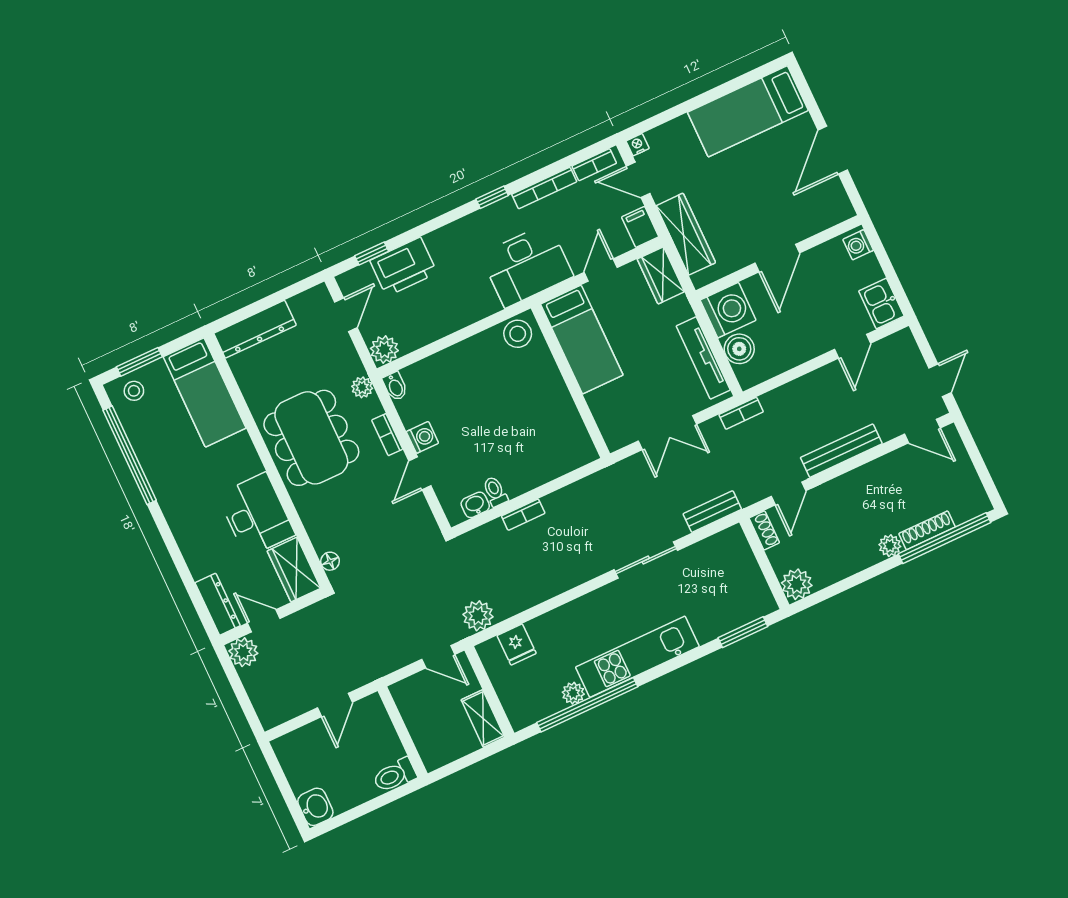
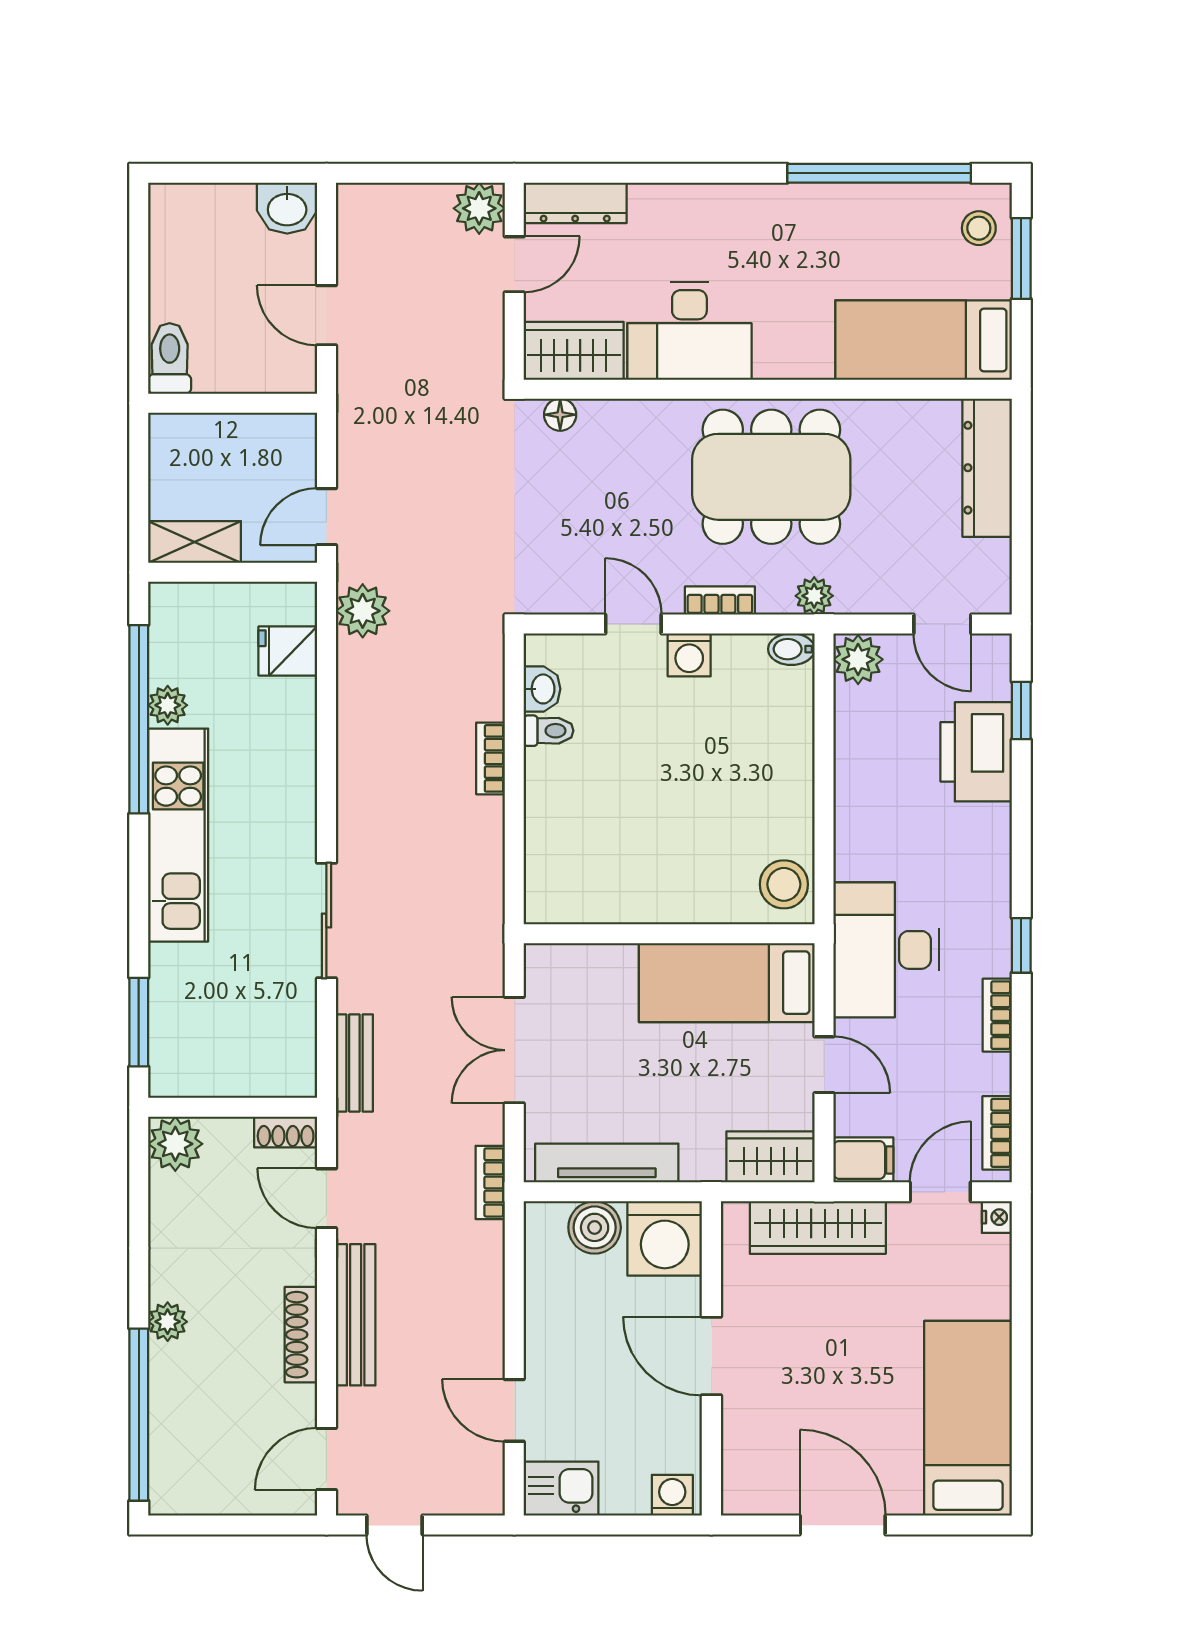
bookcase: (544, 188) -> (997, 1015), width x0.64
shoe rack: (927, 530) -> (301, 1335), moved, turned 180
washbasin: (315, 807) -> (287, 208), moved

